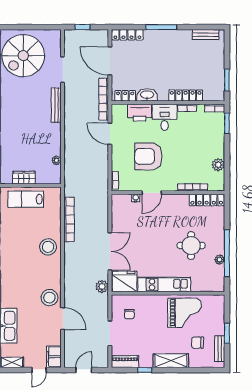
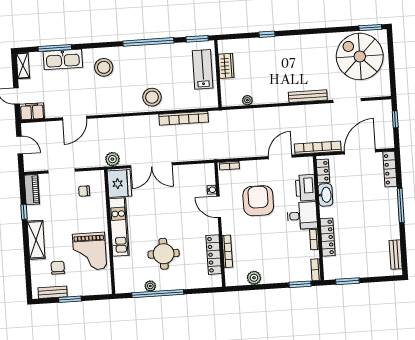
locker: (207, 200) -> (214, 255), moved
stool: (49, 298) -> (104, 67), moved

